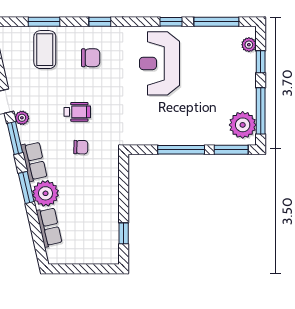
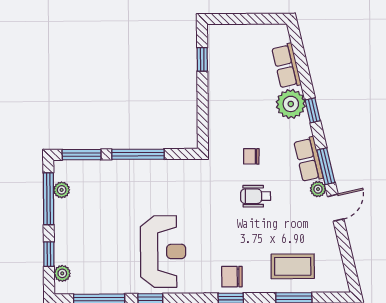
coffee table: (45, 50) -> (293, 266), turned 90
chair: (91, 58) -> (232, 277), moved
plant: (243, 125) -> (62, 190), width x0.53, depth x0.53
row of seats: (34, 161) -> (308, 159), moved
window: (26, 188) -> (313, 110), width x0.67

